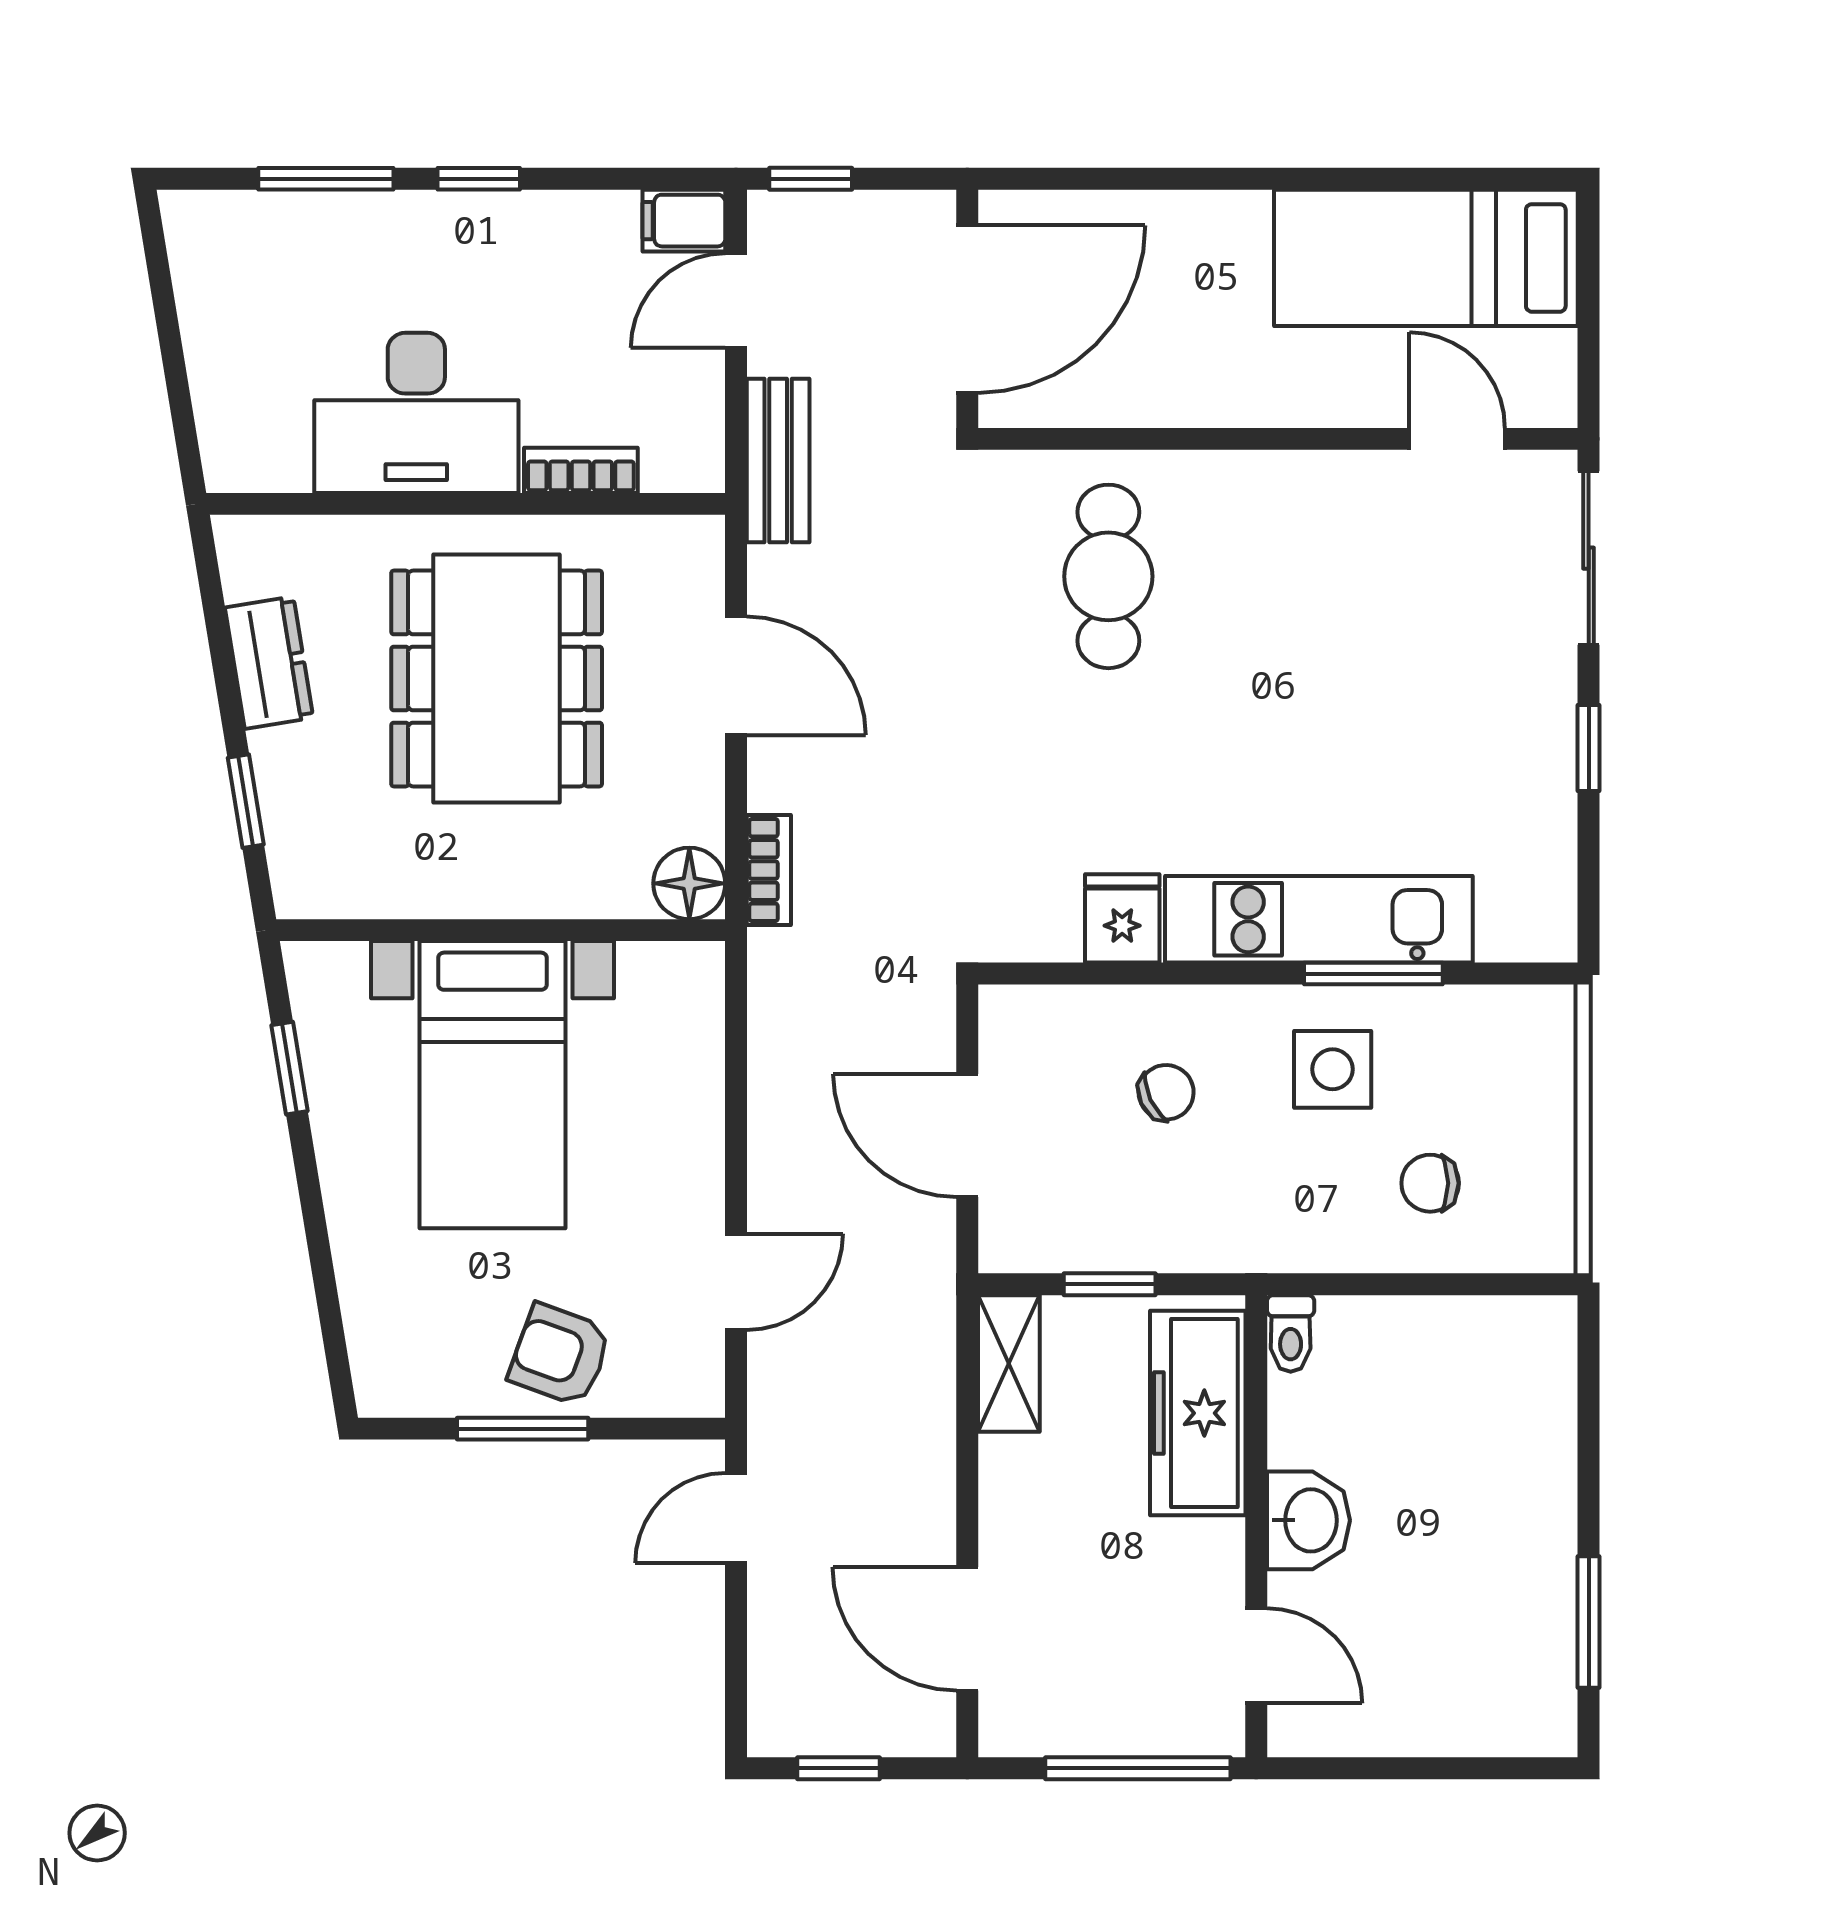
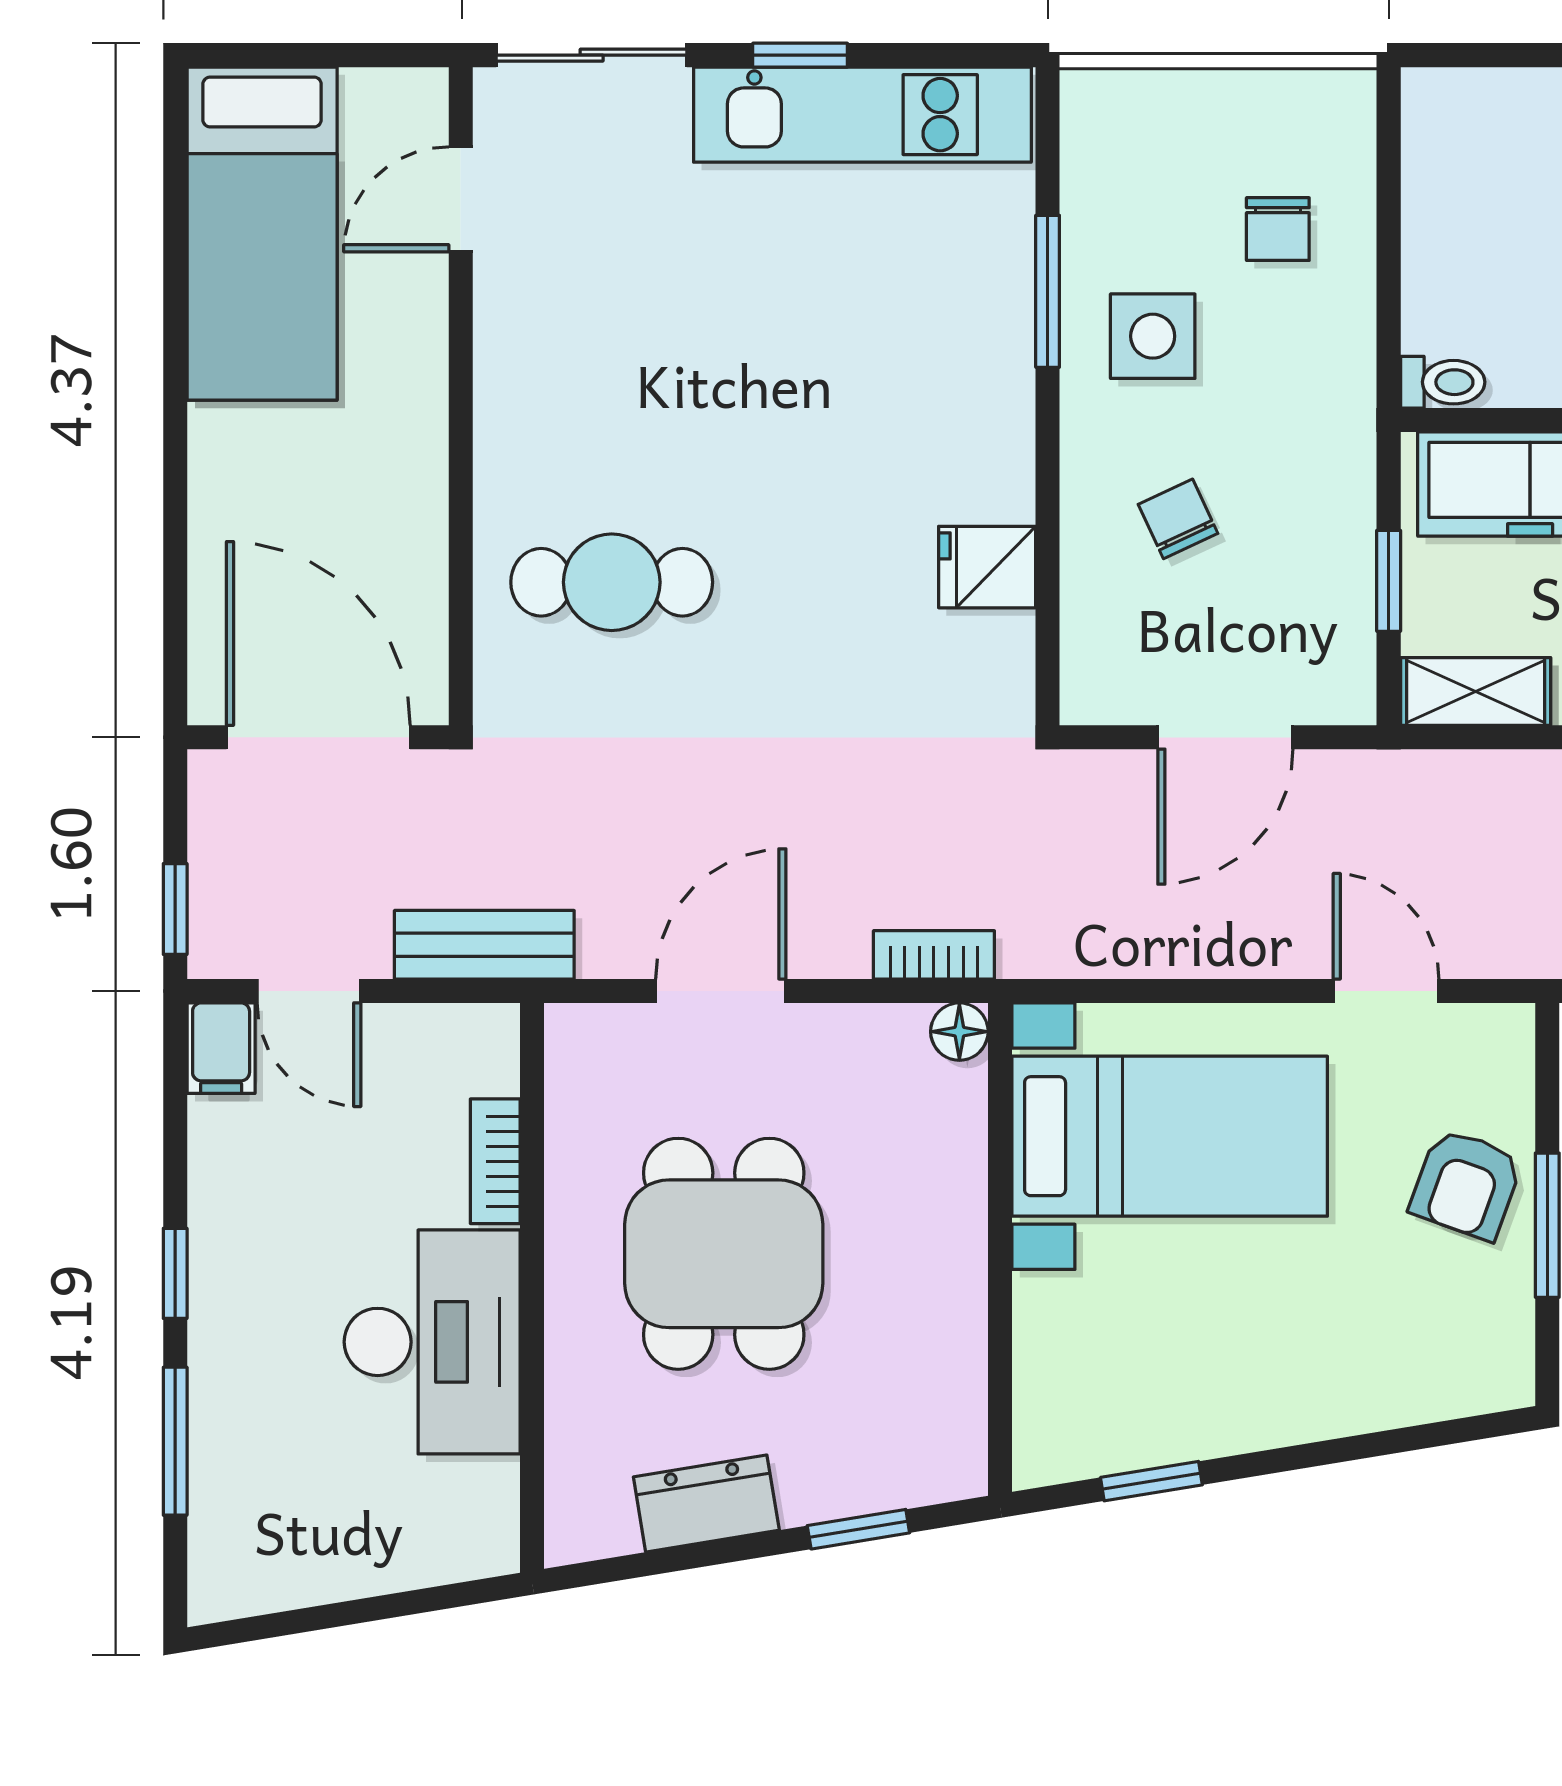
dining table: (497, 678) -> (724, 1254), width x0.73
floor lamp: (689, 883) -> (959, 1032), width x0.73, depth x0.73
kitchen unit: (1319, 919) -> (862, 115), moved, turned -90
bed with nightstands: (492, 1085) -> (1170, 1136), moved

